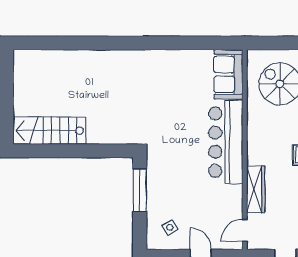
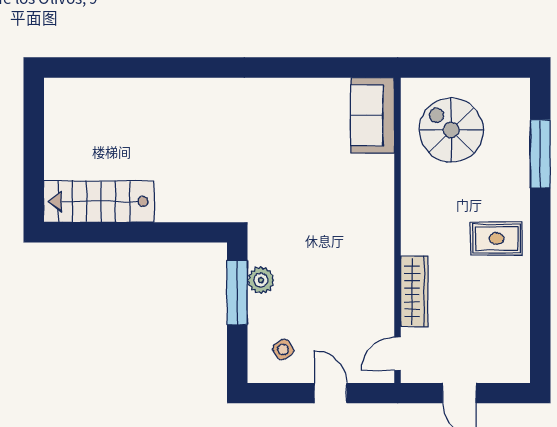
bar counter: (226, 142) -> (369, 219), removed
plant: (155, 182) -> (261, 280), added

